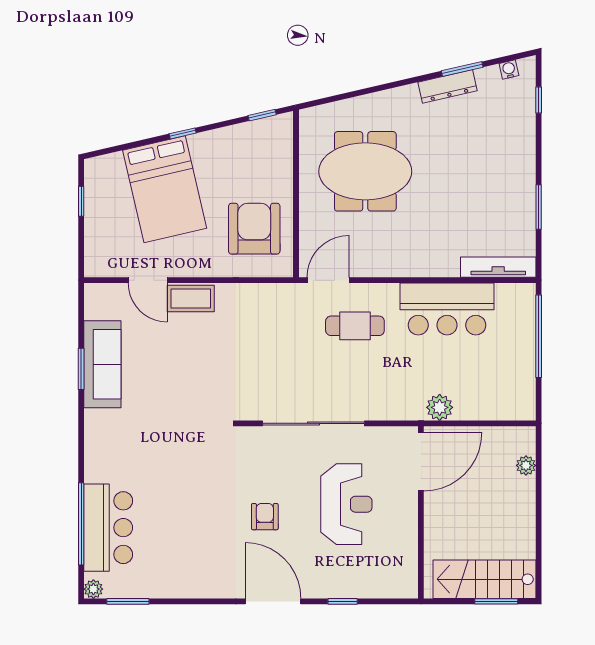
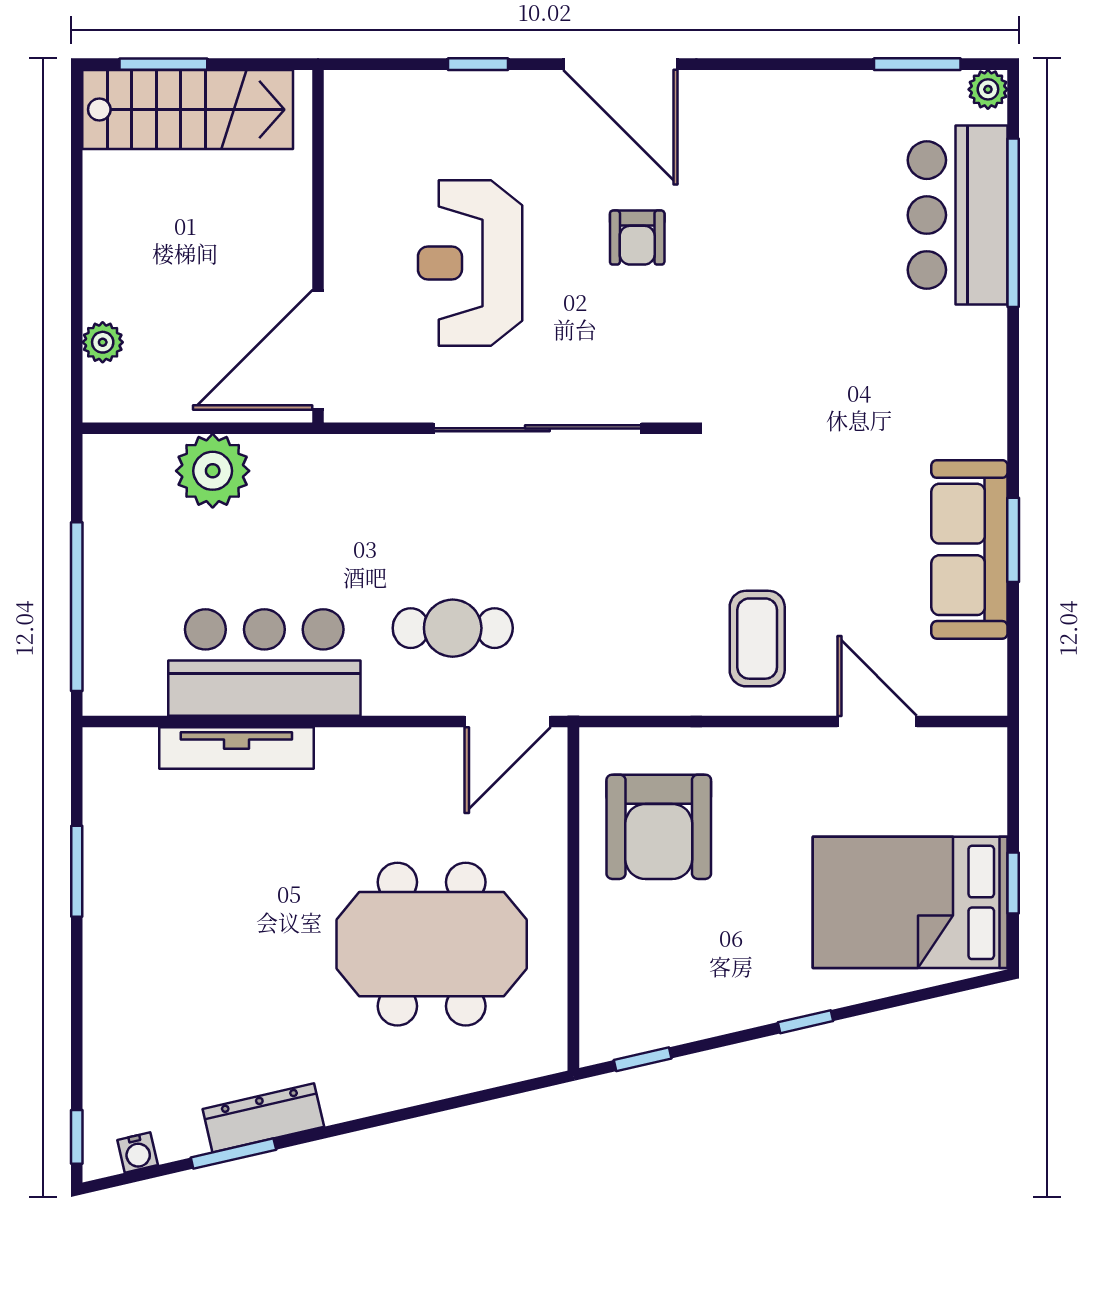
window: (539, 100) -> (77, 1137), moved
bed: (165, 189) -> (910, 902), moved, turned -77
tv unit: (498, 267) -> (236, 748), moved
coffee table: (191, 299) -> (757, 639), moved, turned 90
plant: (440, 407) -> (213, 471), moved, width x1.36, depth x1.36

